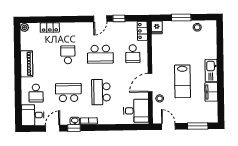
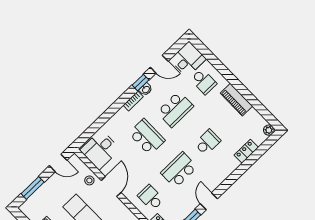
school desk: (68, 55) -> (207, 142), turned -90
school desk: (36, 93) -> (204, 82), turned 180
door: (53, 128) -> (159, 64), hinge flipped

